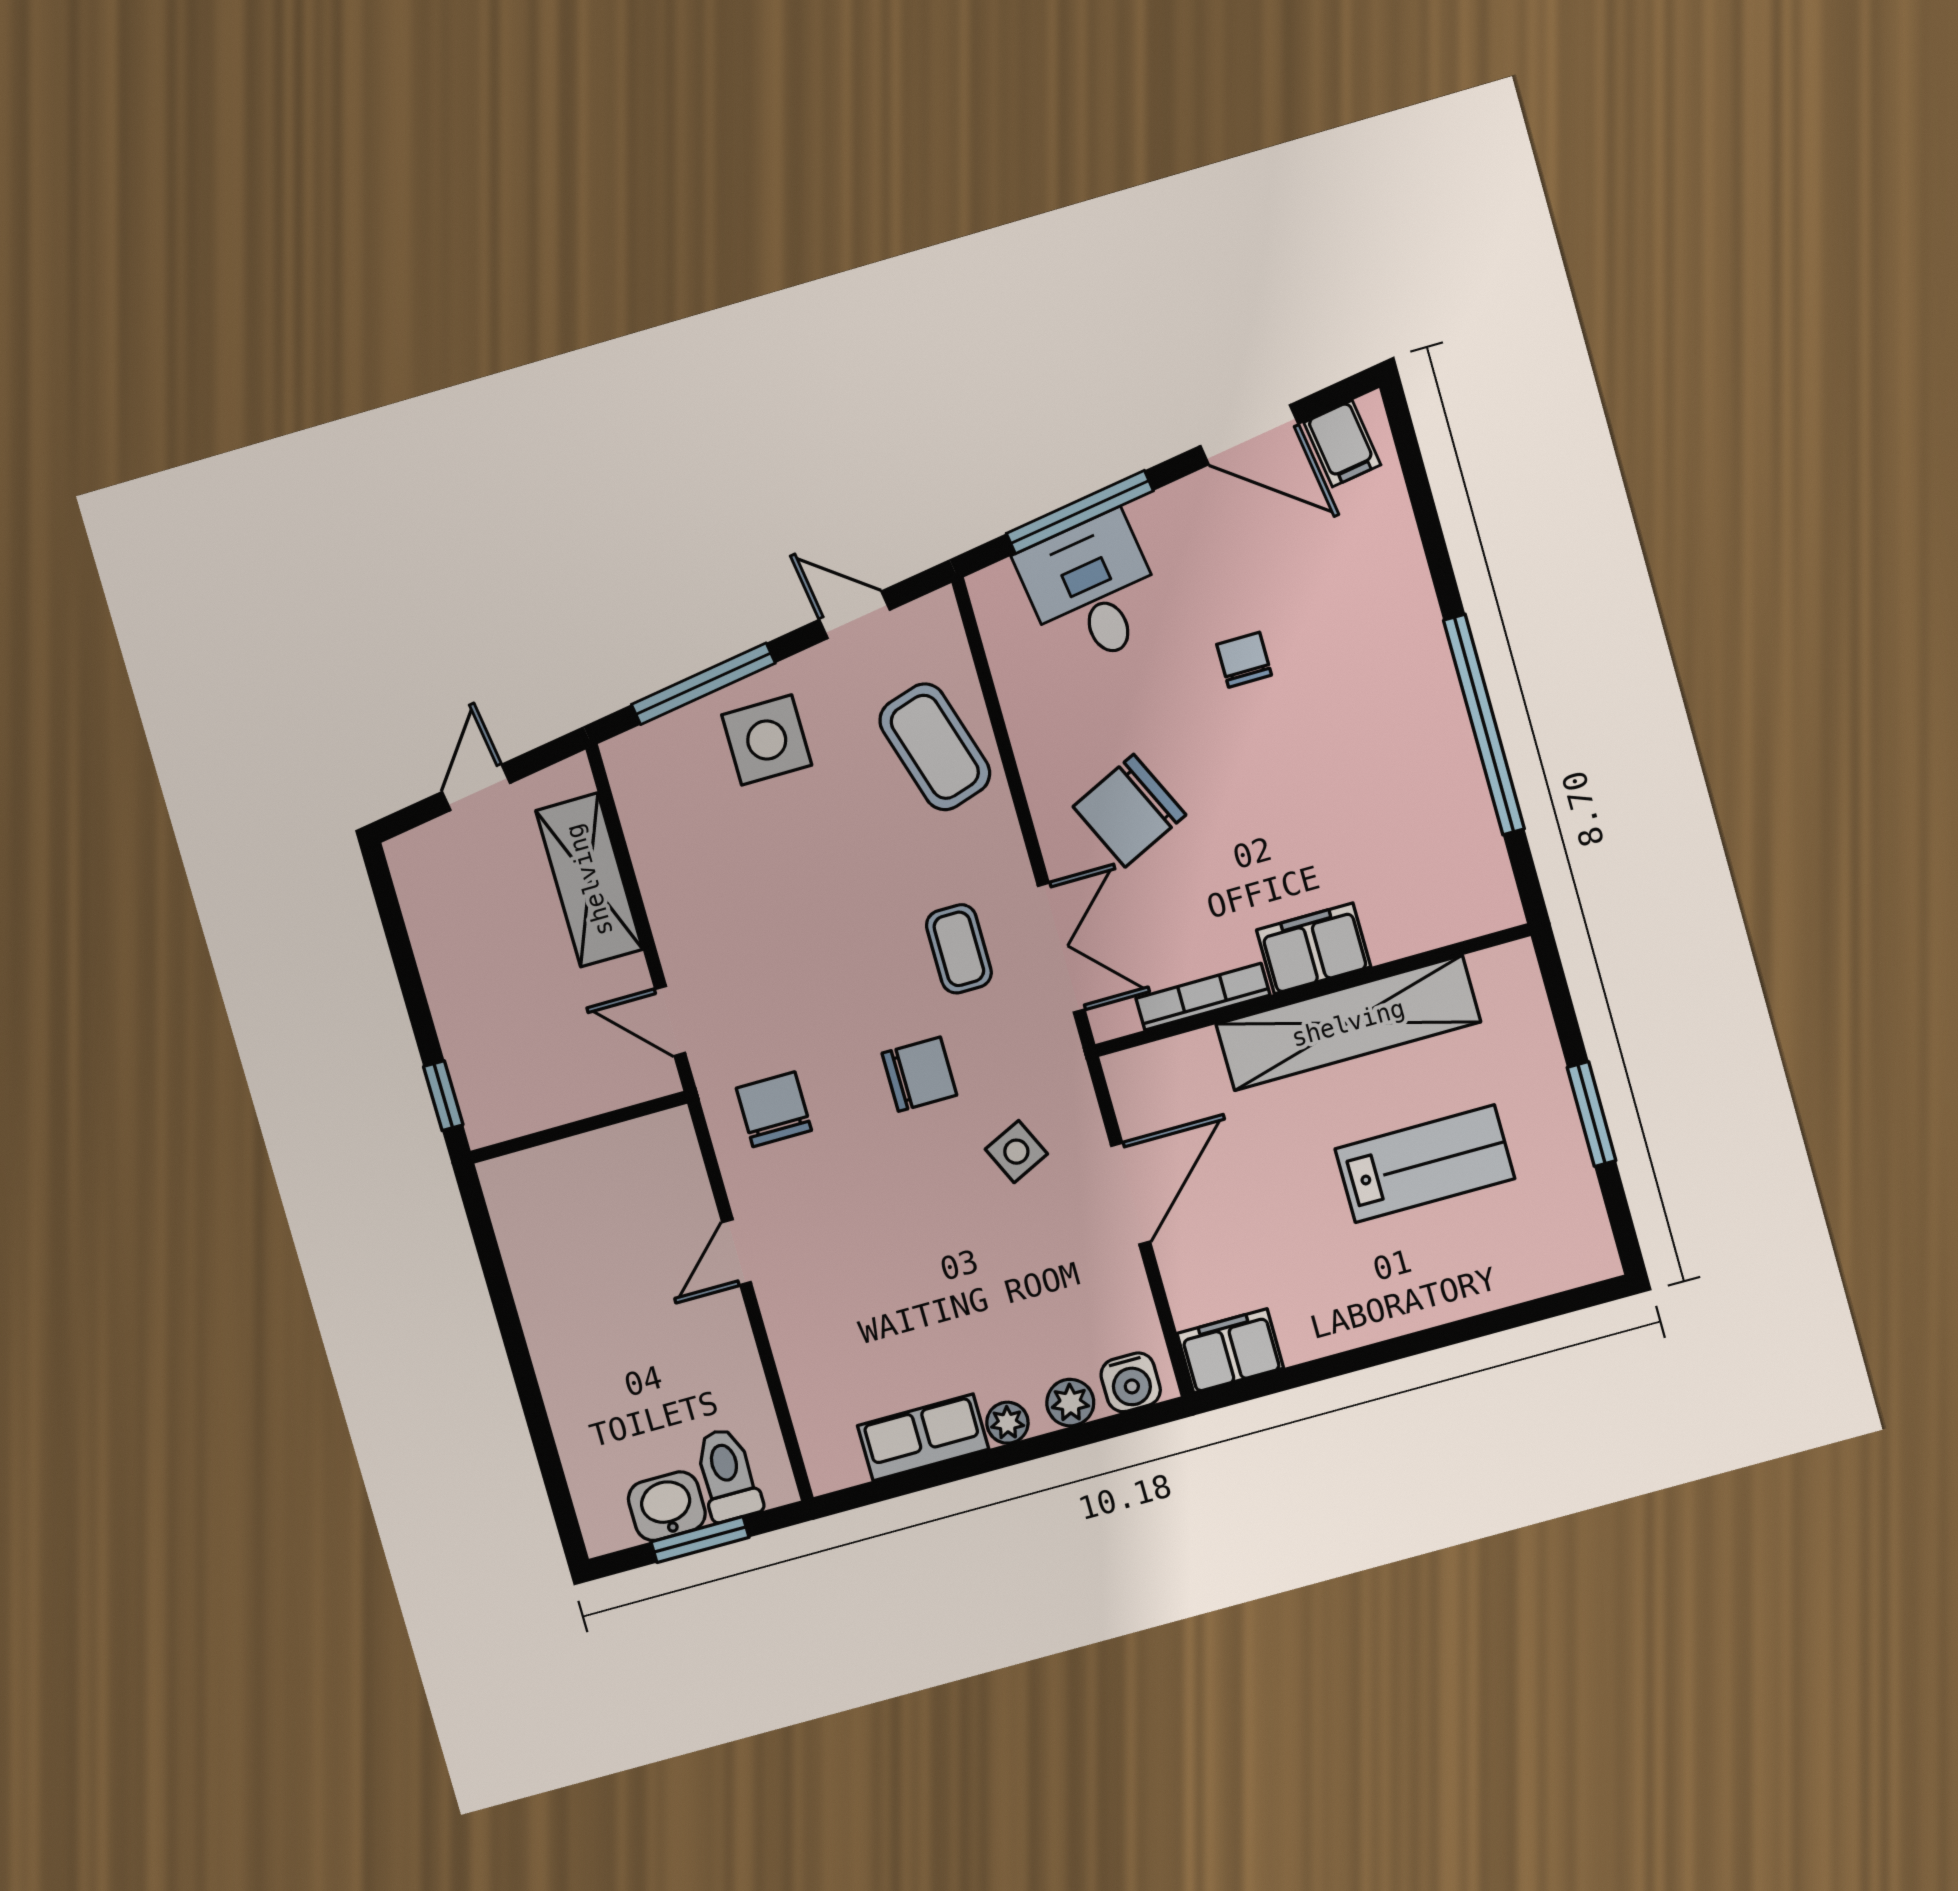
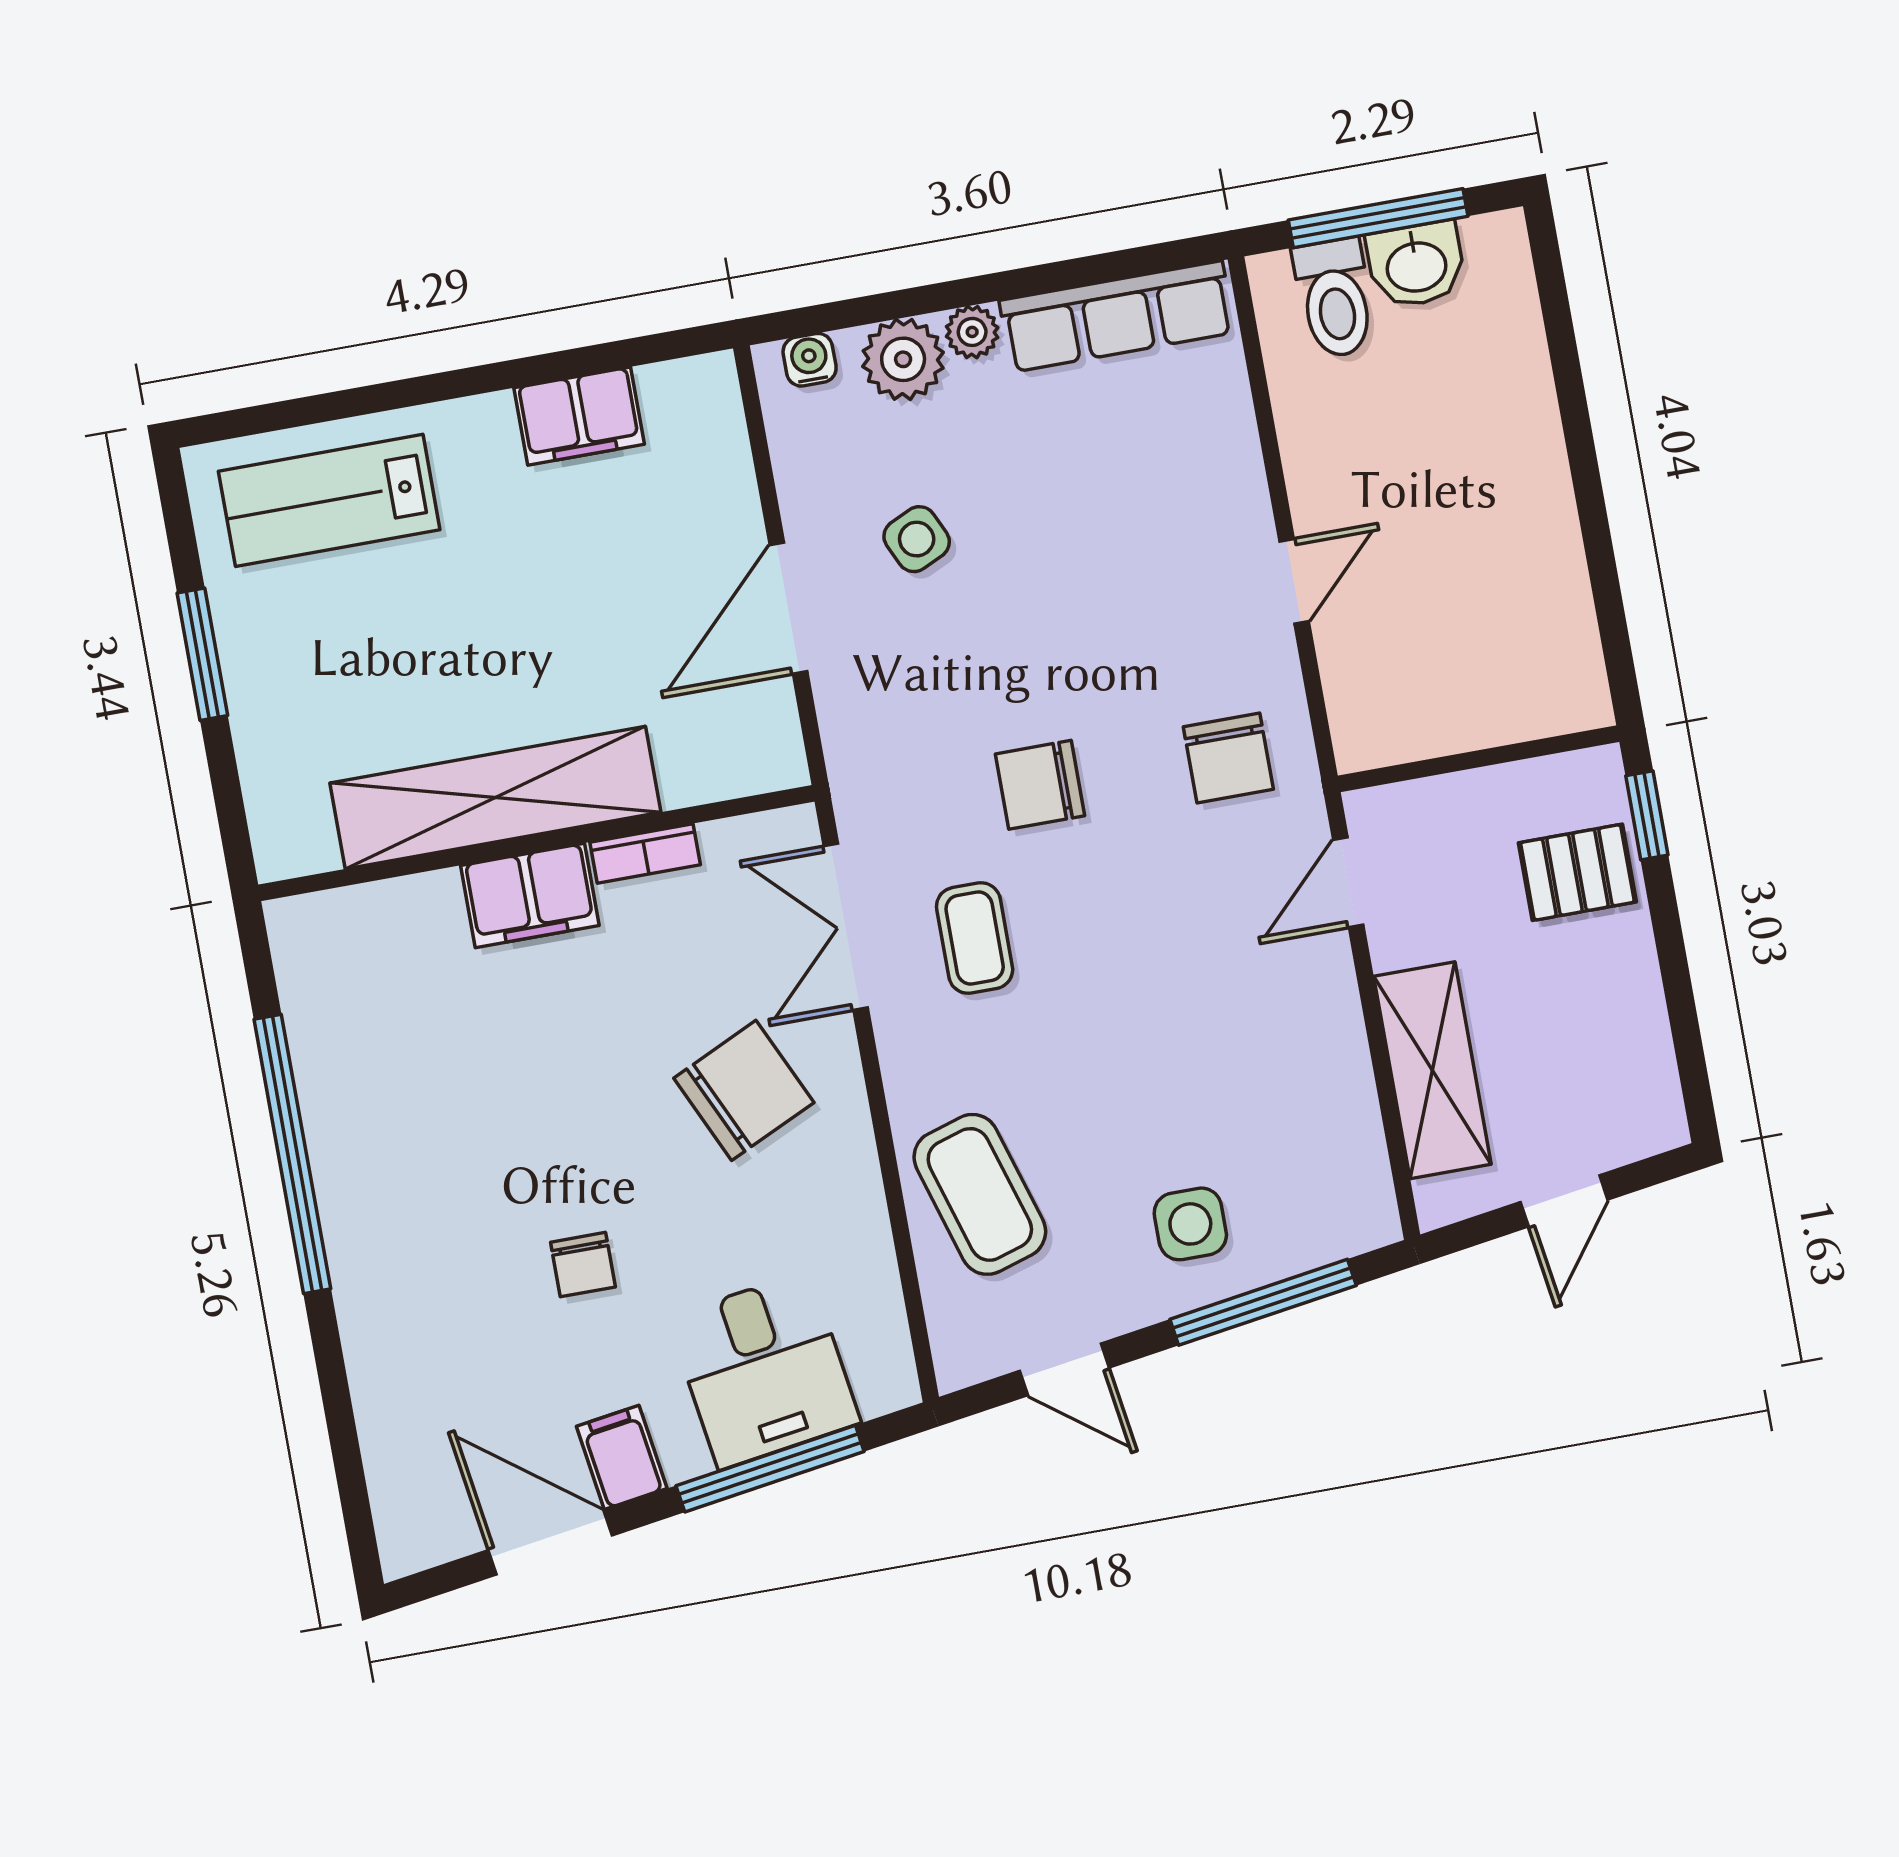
filing cabinet: (1342, 444) -> (622, 1457), moved
side table: (767, 740) -> (1190, 1224), width x0.73, depth x0.73
bookcase: (1203, 997) -> (645, 853), width x0.64
door: (670, 1021) -> (1348, 882), swing flipped
pallet: (492, 1046) -> (1577, 872), added
side table: (1016, 1152) -> (917, 539), moved
lab bench: (1425, 1164) -> (329, 500), moved
filing cabinet: (1230, 1351) -> (579, 416), moved
water cooler: (1131, 1382) -> (810, 360), width x0.72, depth x0.72
plant: (1070, 1403) -> (903, 359), width x1.38, depth x1.38
row of seats: (923, 1437) -> (1117, 317), width x1.48
window: (700, 1540) -> (1378, 218), width x1.44

